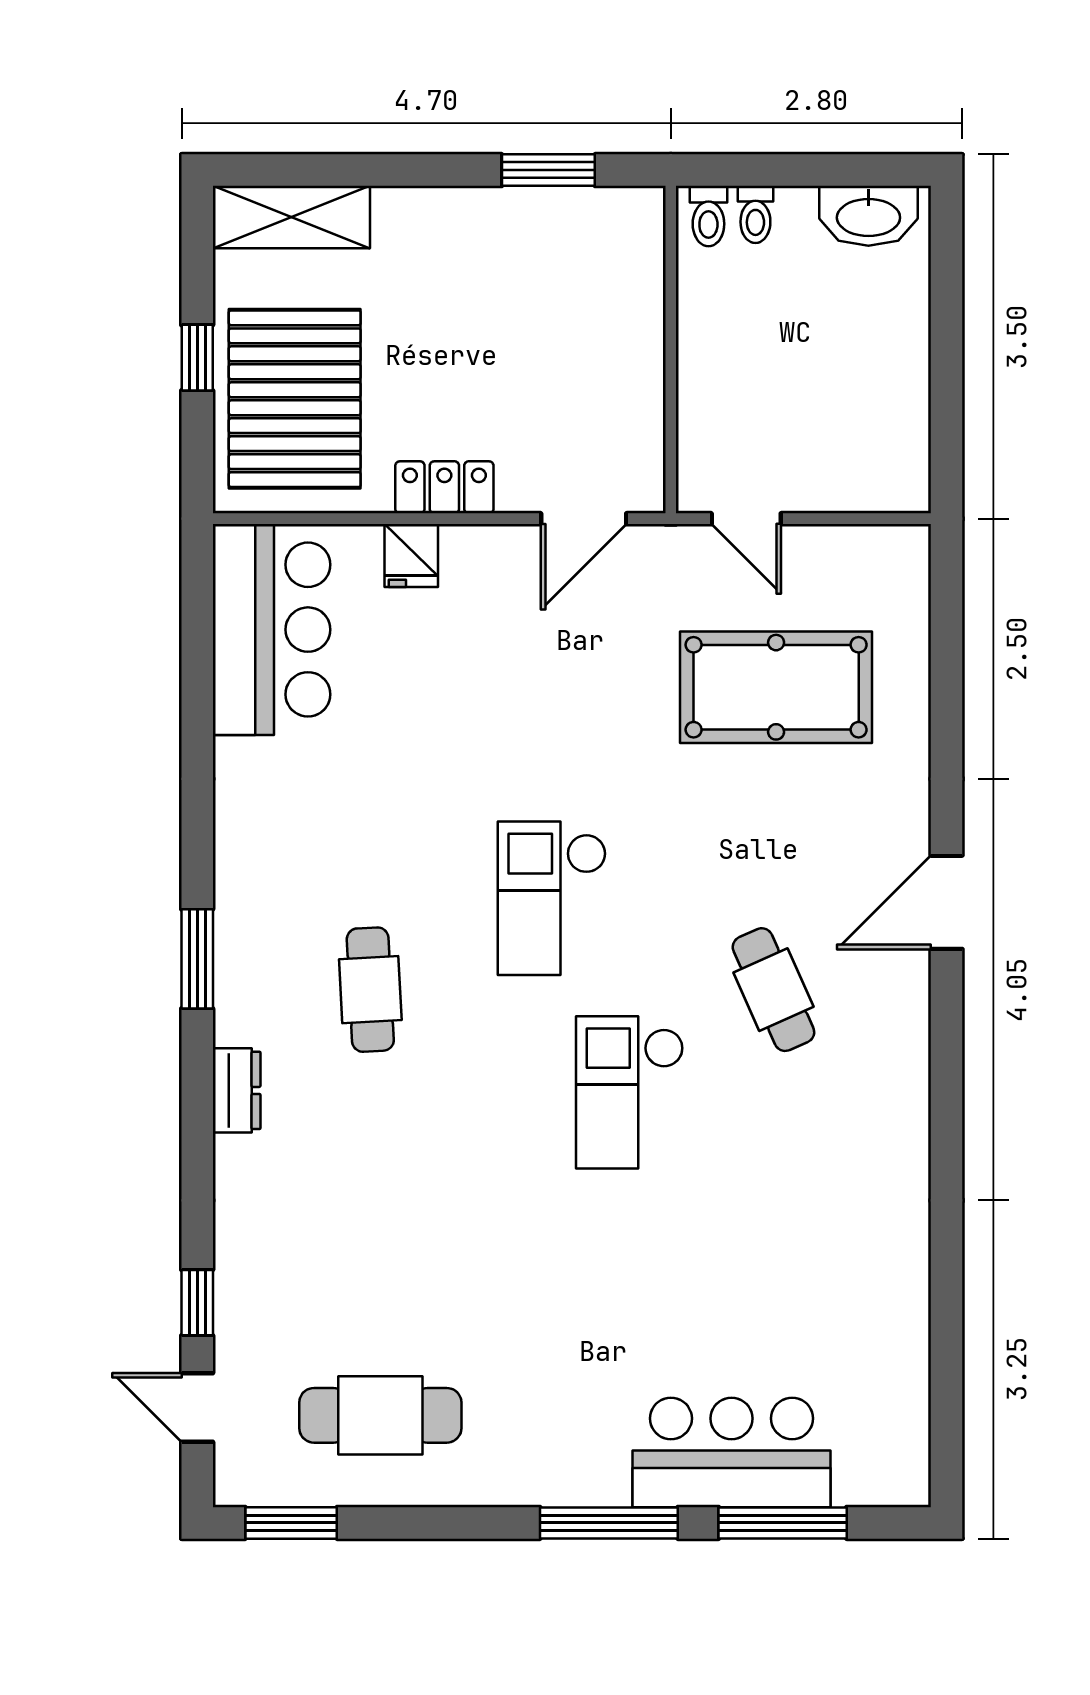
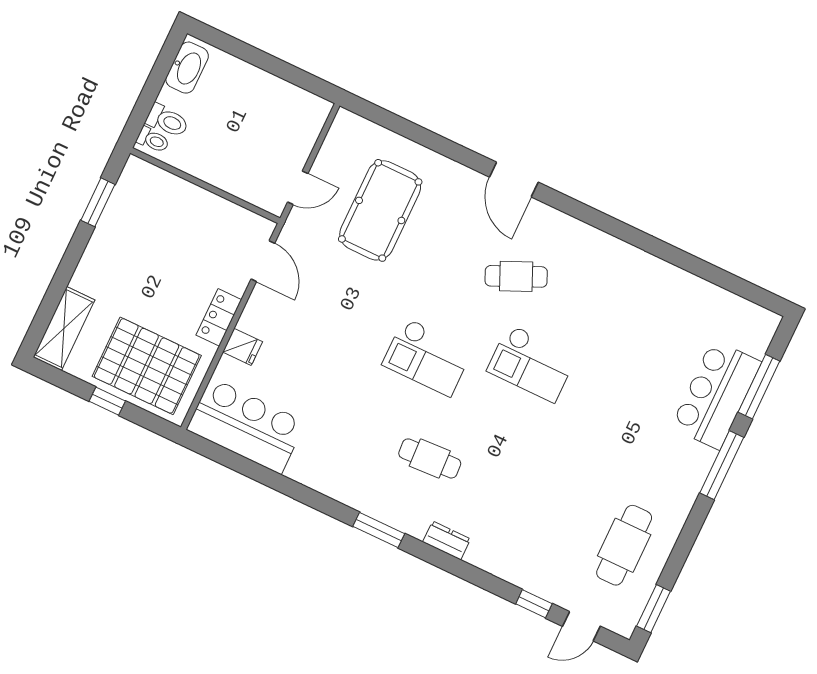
toilet: (755, 214) -> (167, 121), width x1.37, depth x1.39

